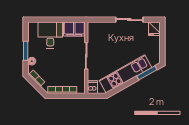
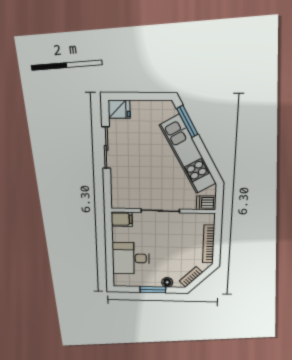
filing cabinet: (74, 29) -> (122, 219), width x0.50

